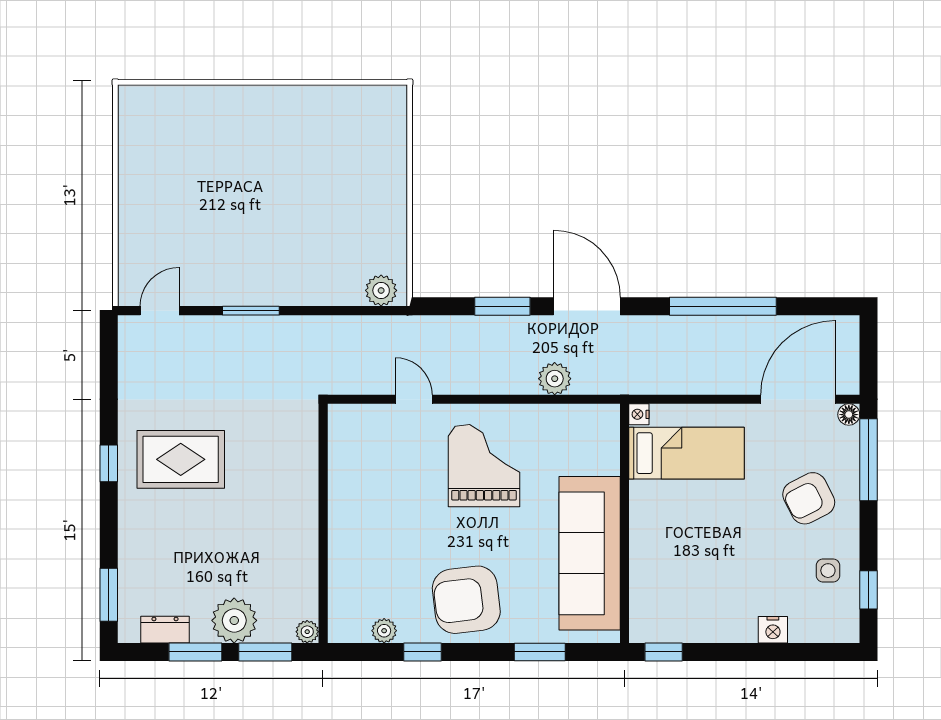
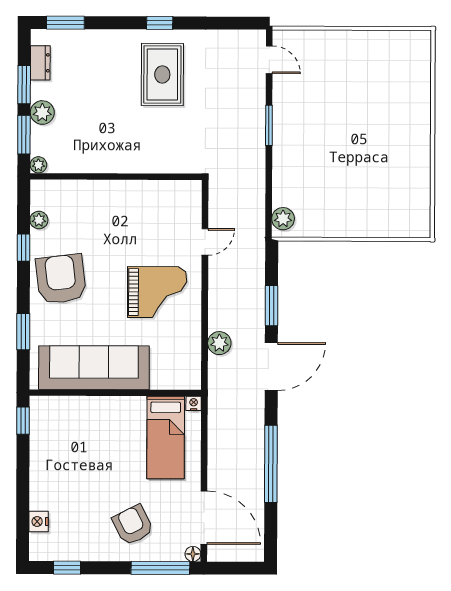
side table: (828, 571) -> (81, 539), removed
plant: (234, 620) -> (42, 113), width x0.73, depth x0.73
nightstand: (773, 630) -> (39, 522), moved

